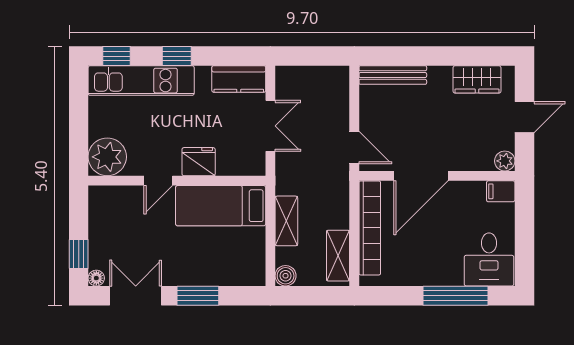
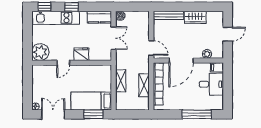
wardrobe: (477, 79) -> (195, 17), moved
plant: (505, 161) -> (207, 54), moved
bed: (221, 206) -> (91, 101), moved
window: (79, 254) -> (28, 96), removed
shelving: (338, 256) -> (144, 85), moved
desk: (489, 259) -> (211, 84), moved, turned -90
boiler: (286, 276) -> (120, 16), moved
window: (198, 296) -> (93, 114), moved

